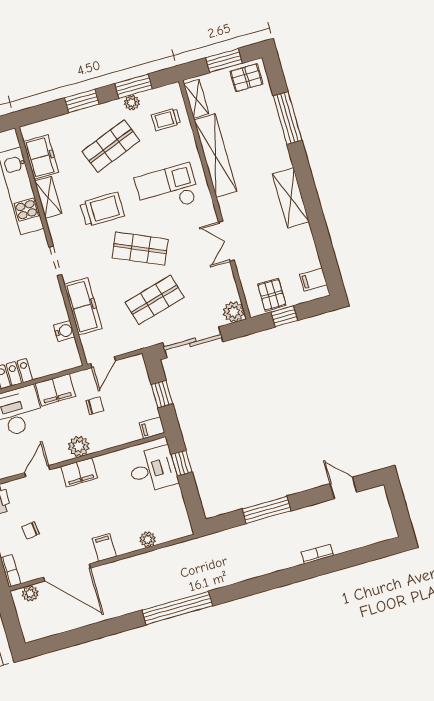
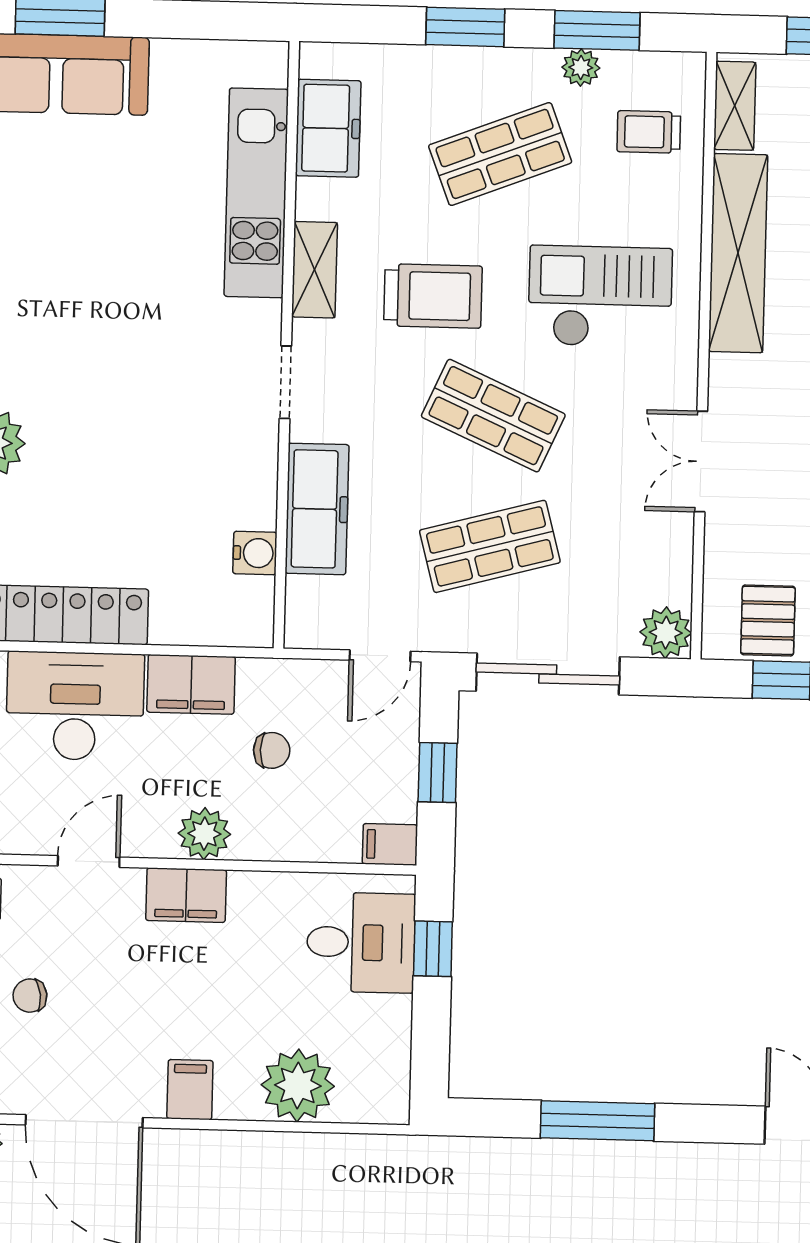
shelving: (48, 197) -> (315, 270), moved
door: (103, 362) -> (380, 656), moved
plant: (148, 539) -> (298, 1085), width x1.87, depth x1.87

